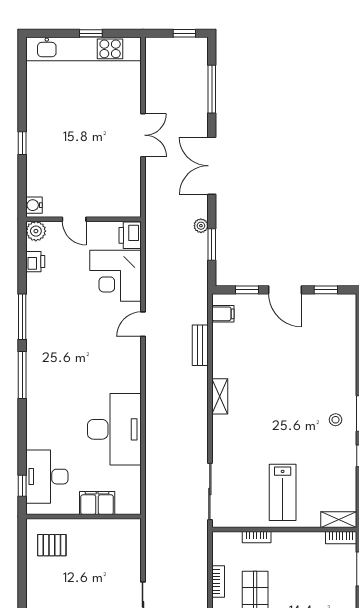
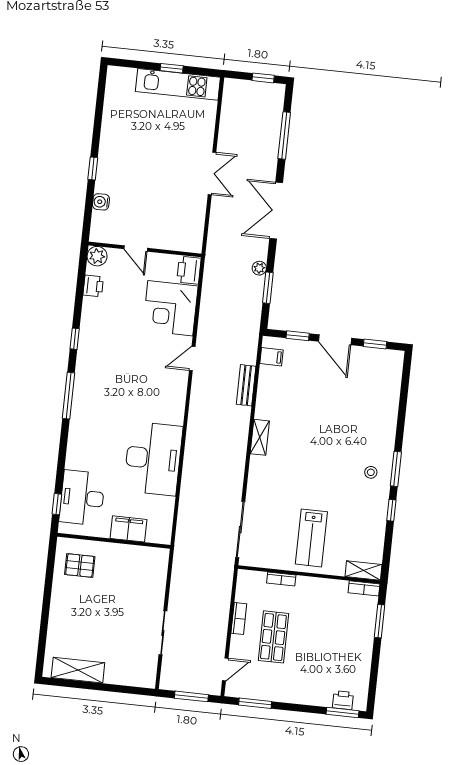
kitchen unit: (84, 49) -> (178, 84), width x0.73
water cooler: (34, 205) -> (101, 202), moved
window: (22, 317) -> (75, 339), width x0.46

